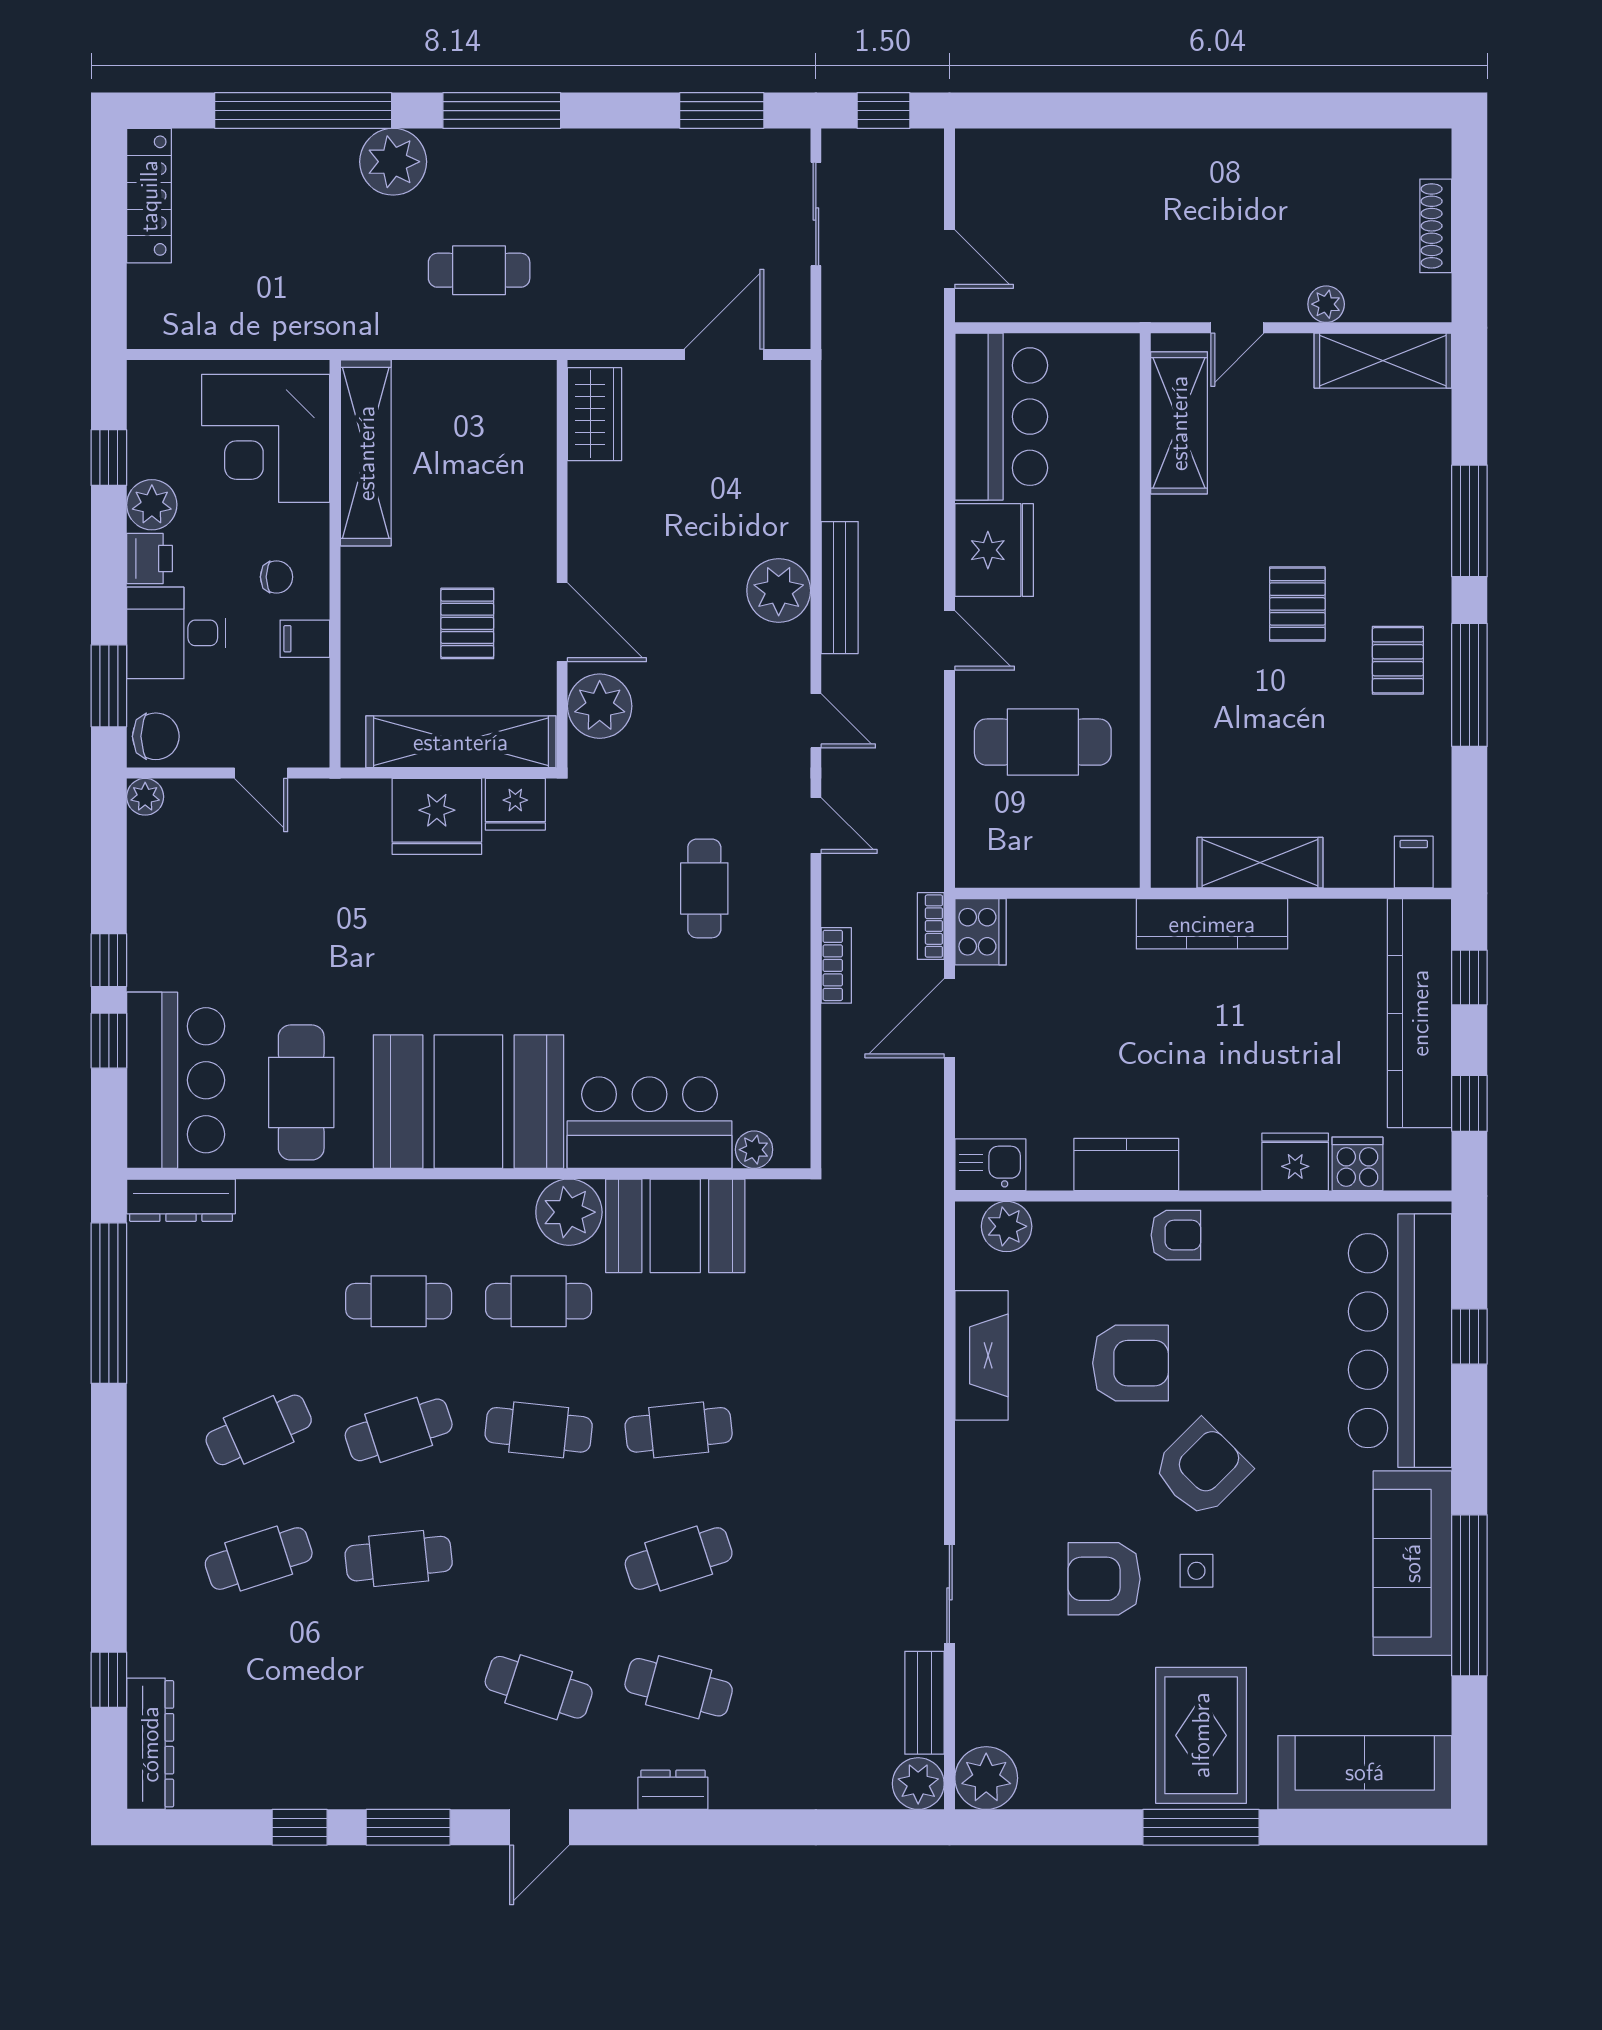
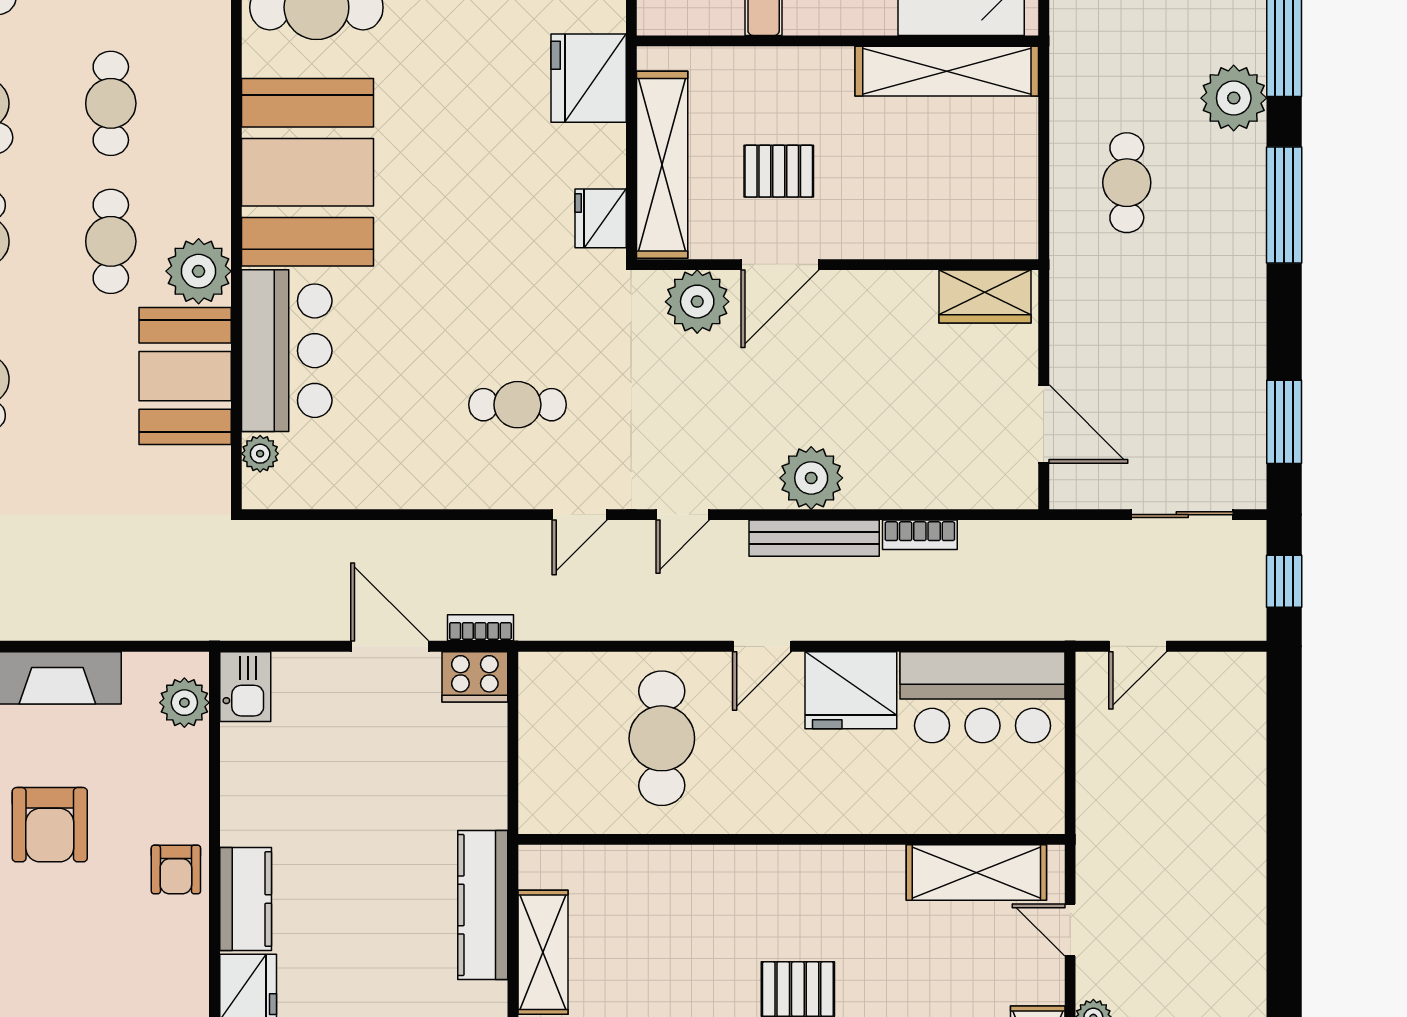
fridge: (437, 816) -> (589, 78), moved
bookcase: (836, 965) -> (920, 535), moved
kitchen counter: (1126, 1164) -> (246, 899), moved

